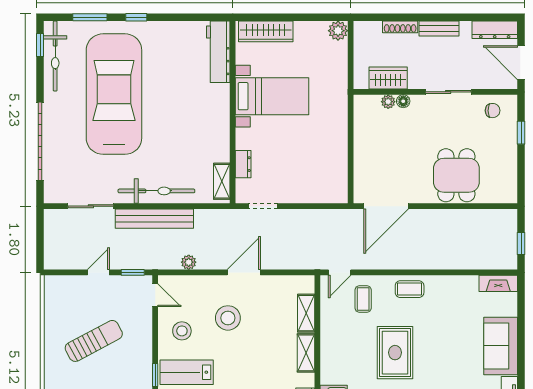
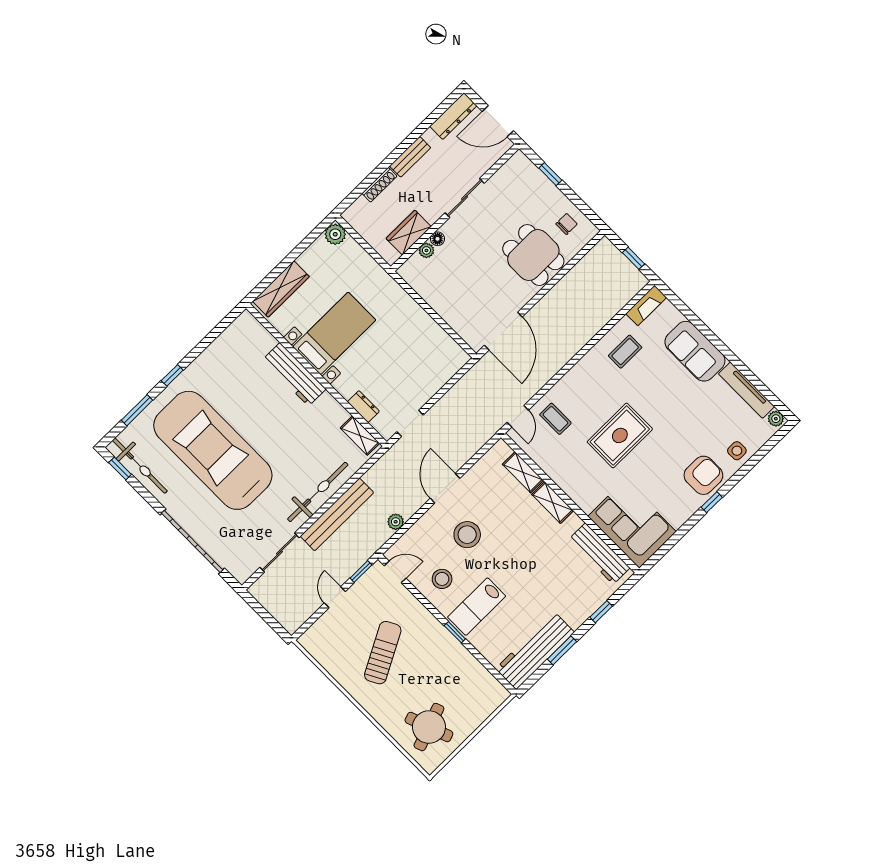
workbench: (218, 52) -> (294, 374), moved
chair: (493, 111) -> (567, 224), moved
coffee table: (410, 289) -> (625, 352), moved
rug: (395, 353) -> (620, 435), turned 90

